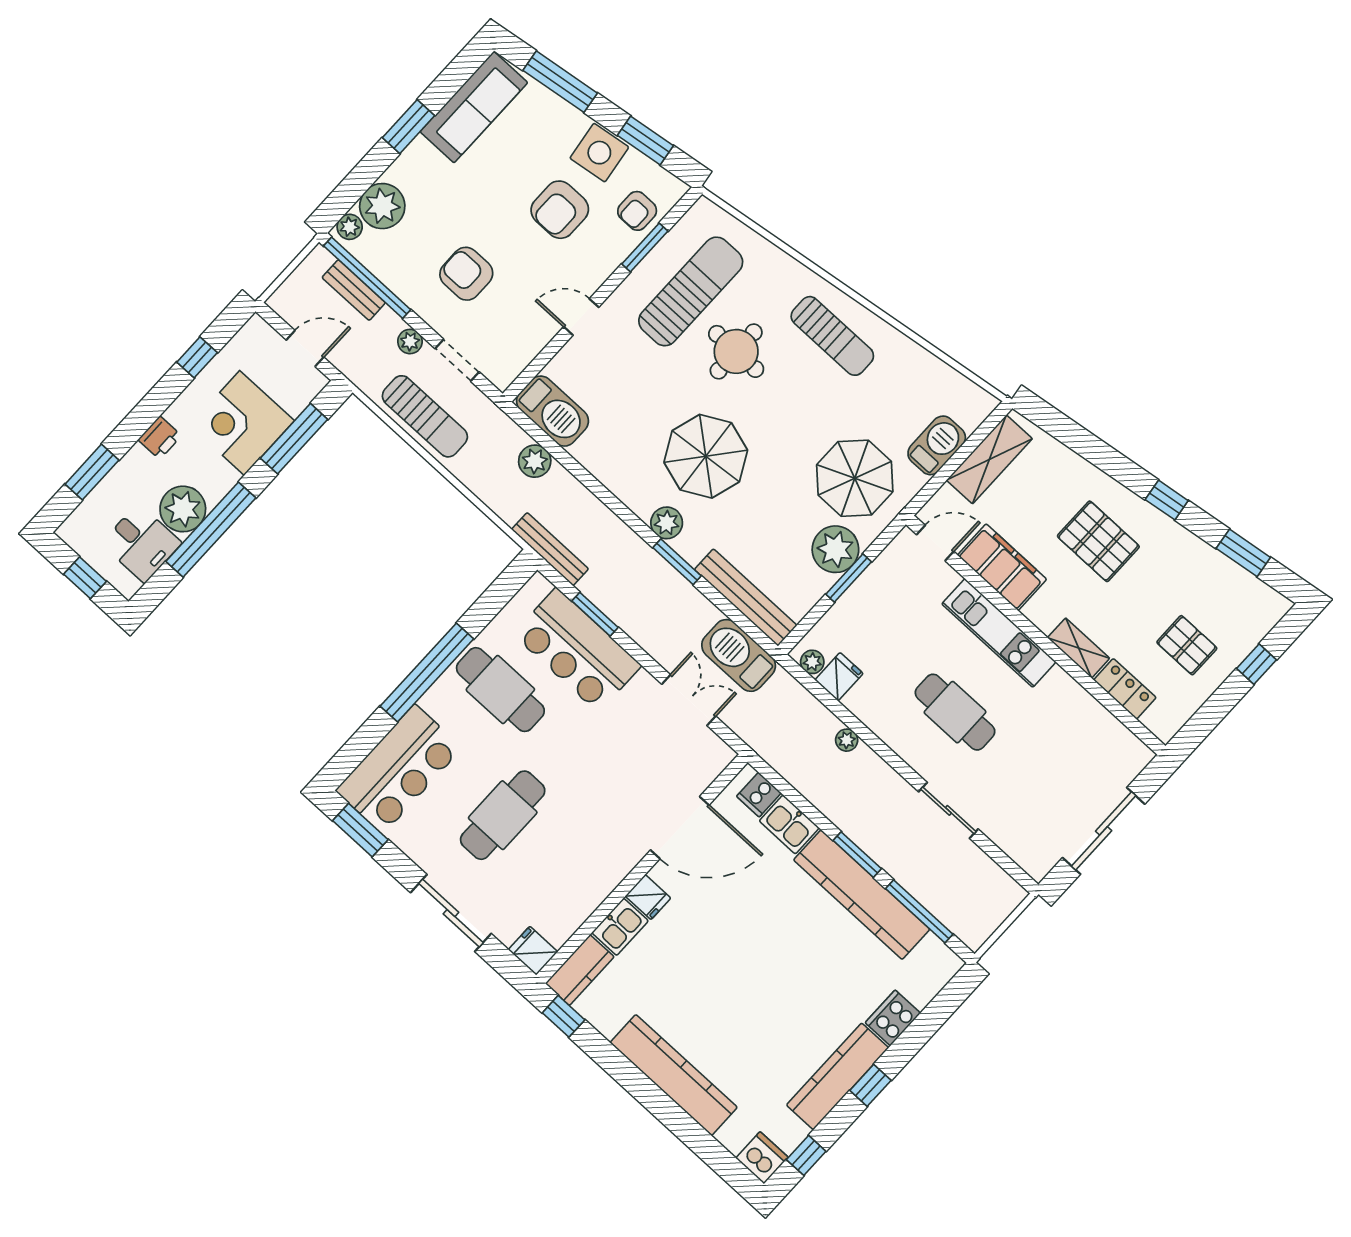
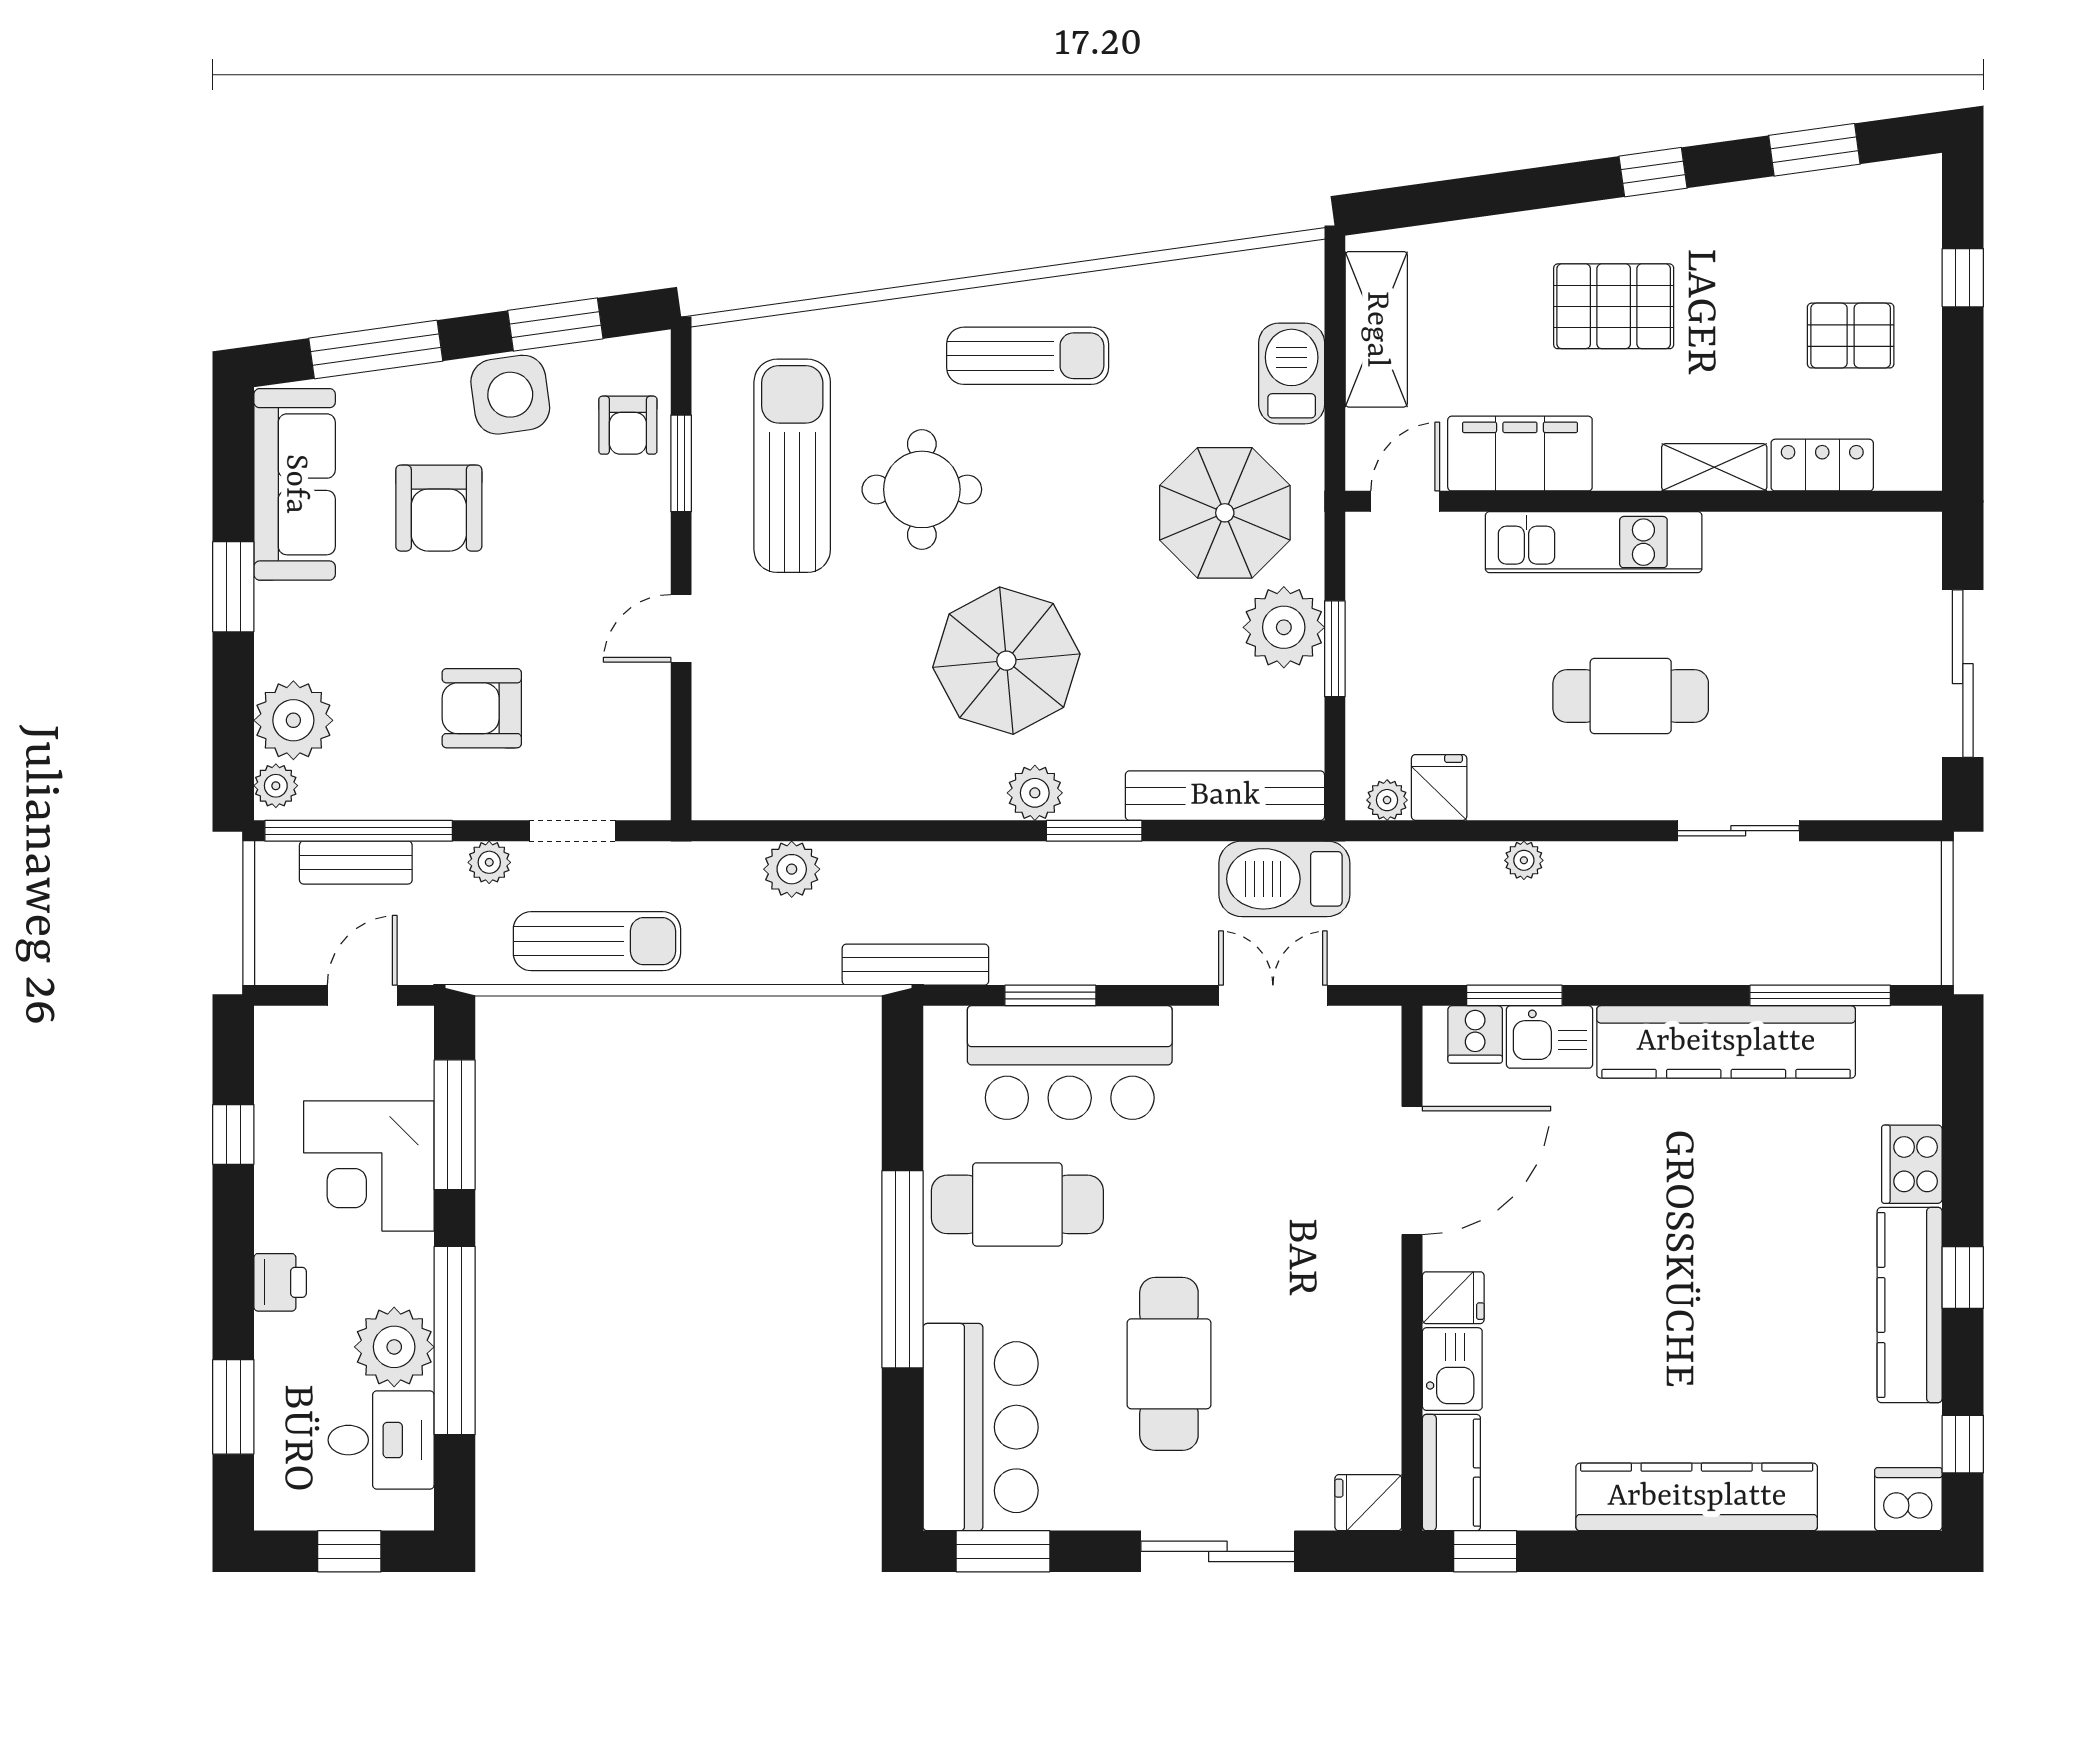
armchair: (560, 210) -> (439, 508), moved
barbecue: (552, 411) -> (755, 784), removed
window: (857, 855) -> (1514, 995), moved

